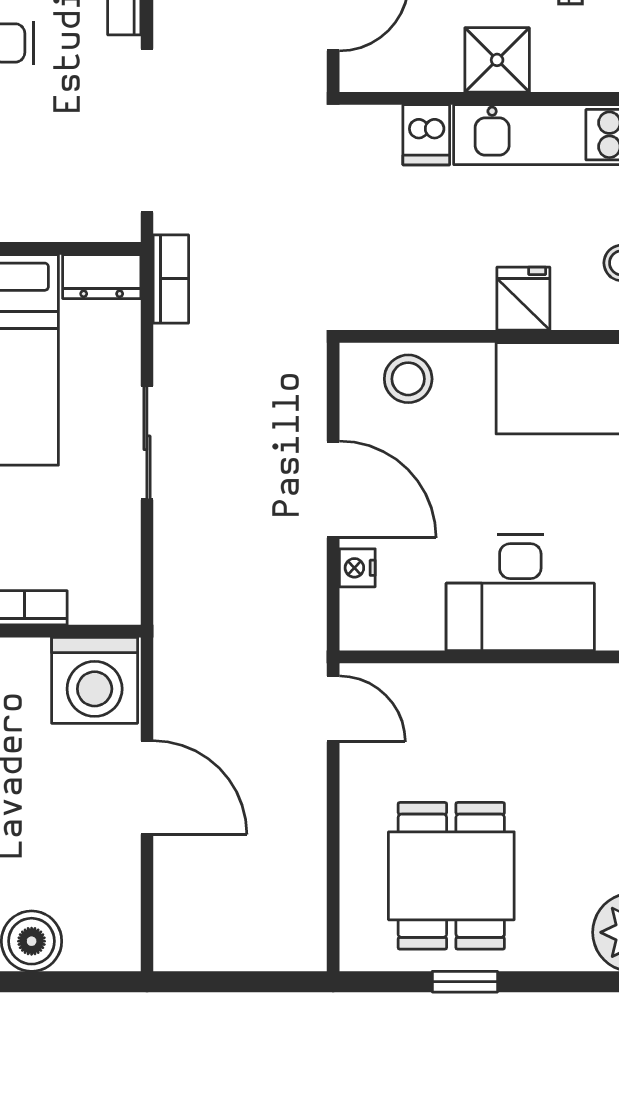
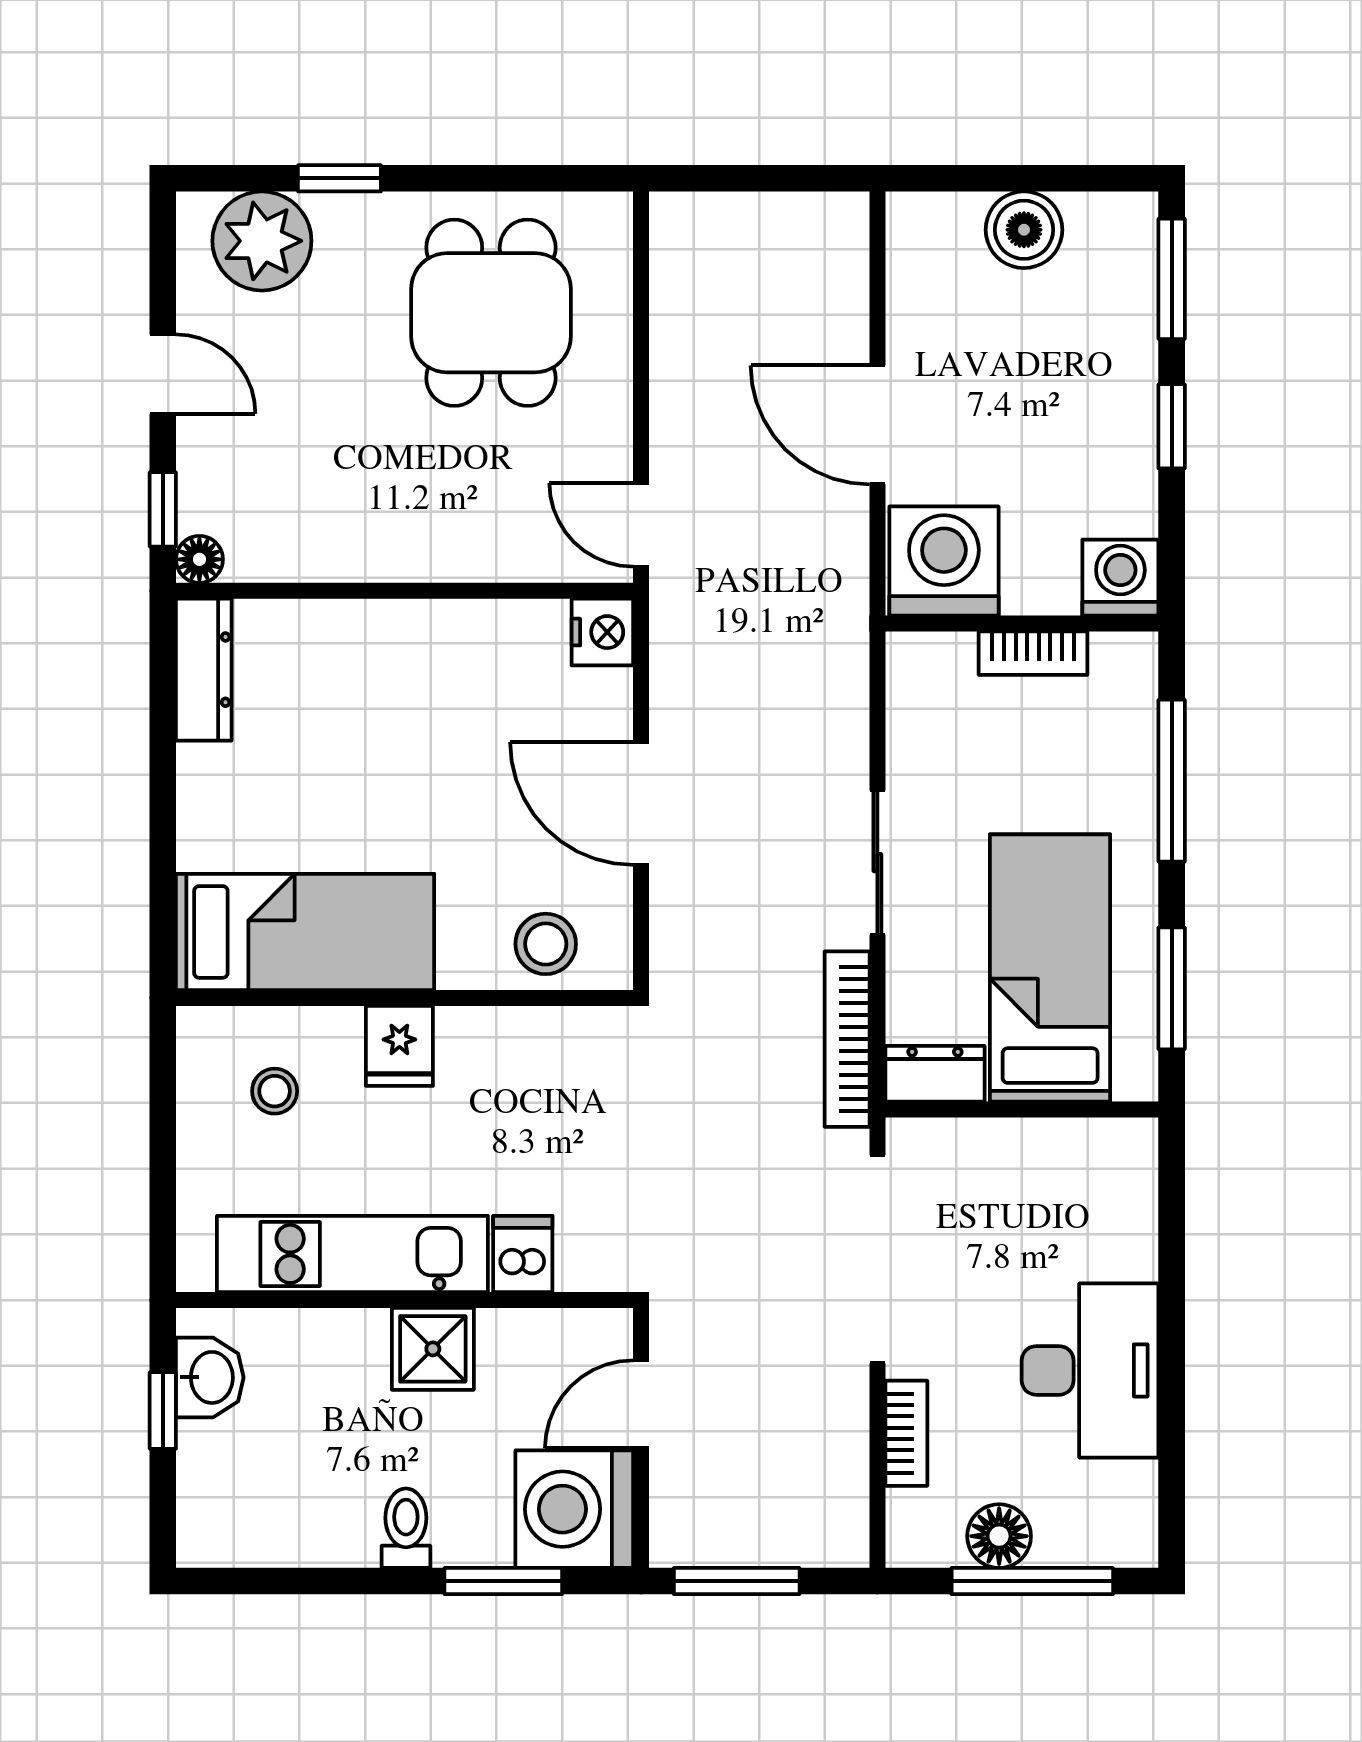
bookcase: (171, 279) -> (847, 1039), width x1.56
nightstand: (357, 568) -> (602, 632), moved, width x1.39, depth x1.35
desk: (520, 593) -> (403, 673), removed
window: (465, 982) -> (339, 178), moved

